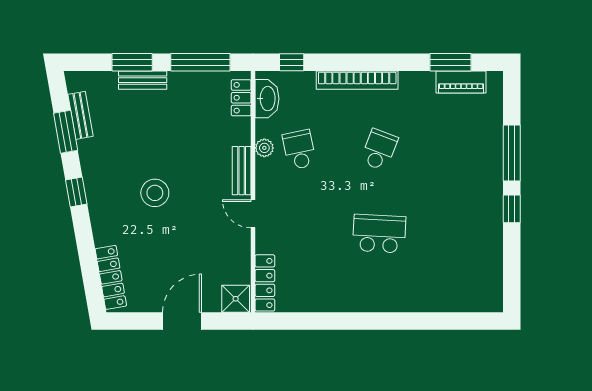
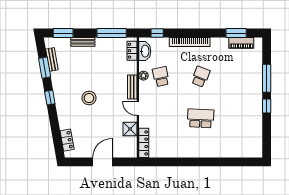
window: (132, 62) -> (63, 33), moved
locker: (111, 277) -> (67, 140), width x0.66
shower: (236, 299) -> (130, 129), moved

